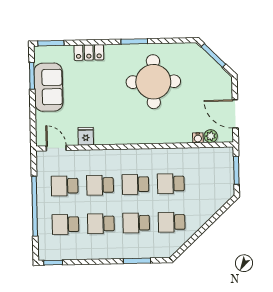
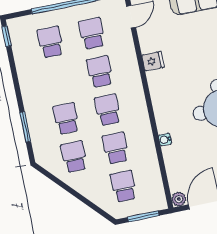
fridge: (86, 136) -> (153, 61), moved
plant: (211, 136) -> (179, 199), moved
water cooler: (198, 138) -> (165, 140), moved
school desk: (101, 224) -> (124, 186), moved

